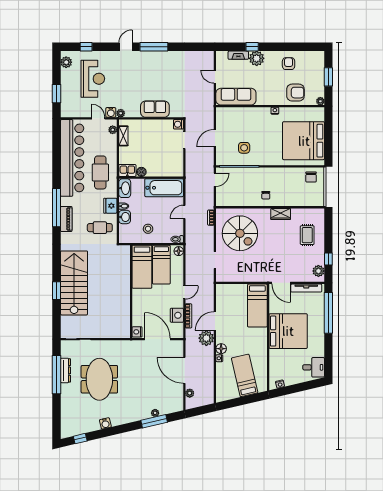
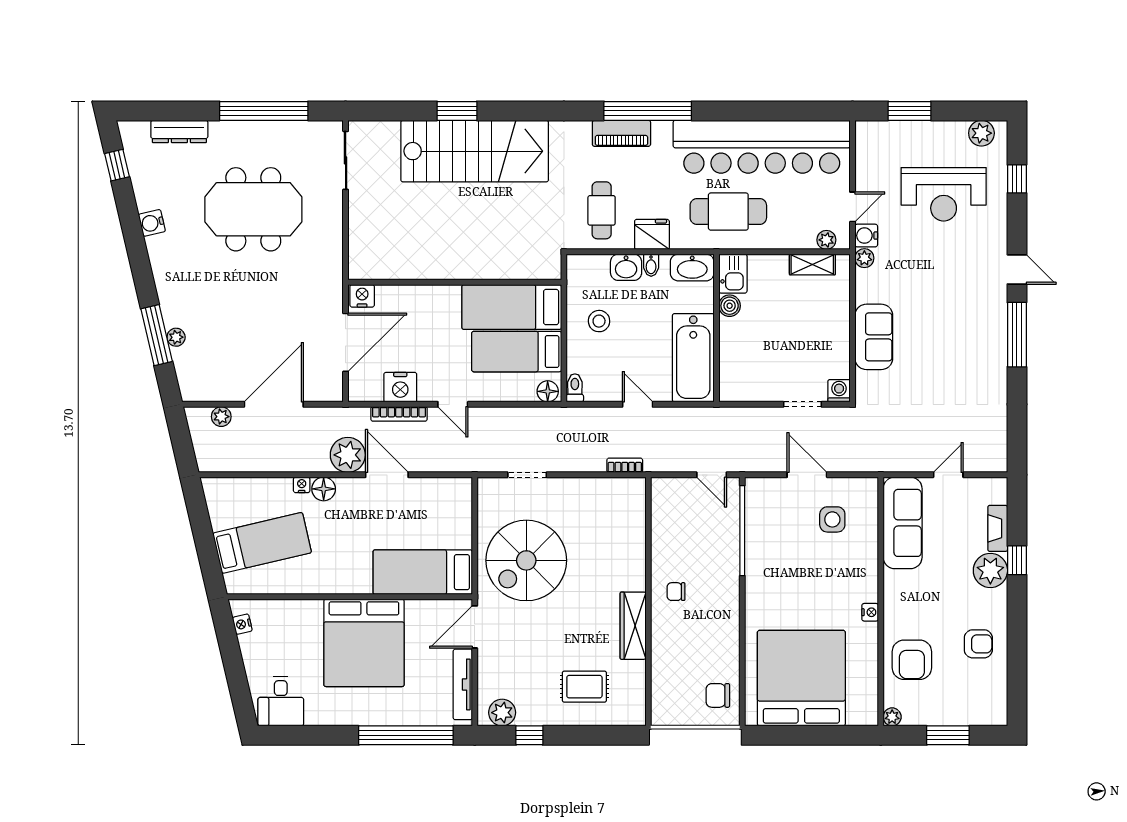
side table: (244, 148) -> (832, 519), moved
wardrobe: (281, 214) -> (633, 626), width x1.50
spiral stairs: (240, 233) -> (526, 560), moved
dresser: (65, 370) -> (179, 131), moved

